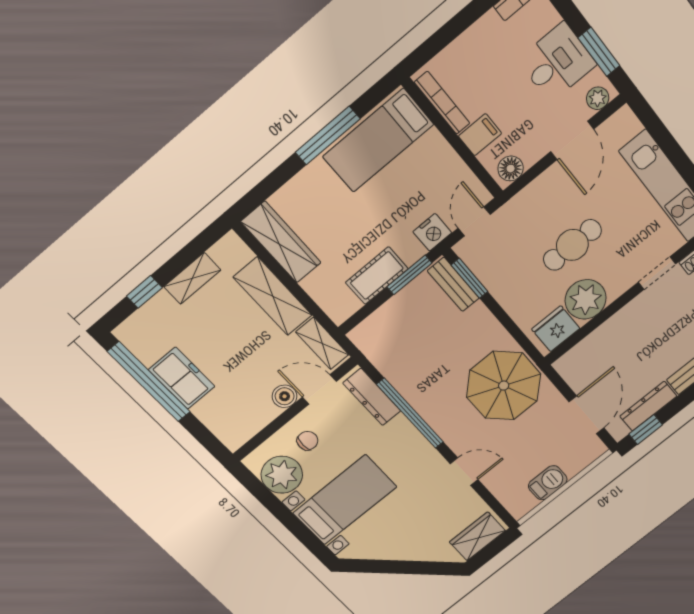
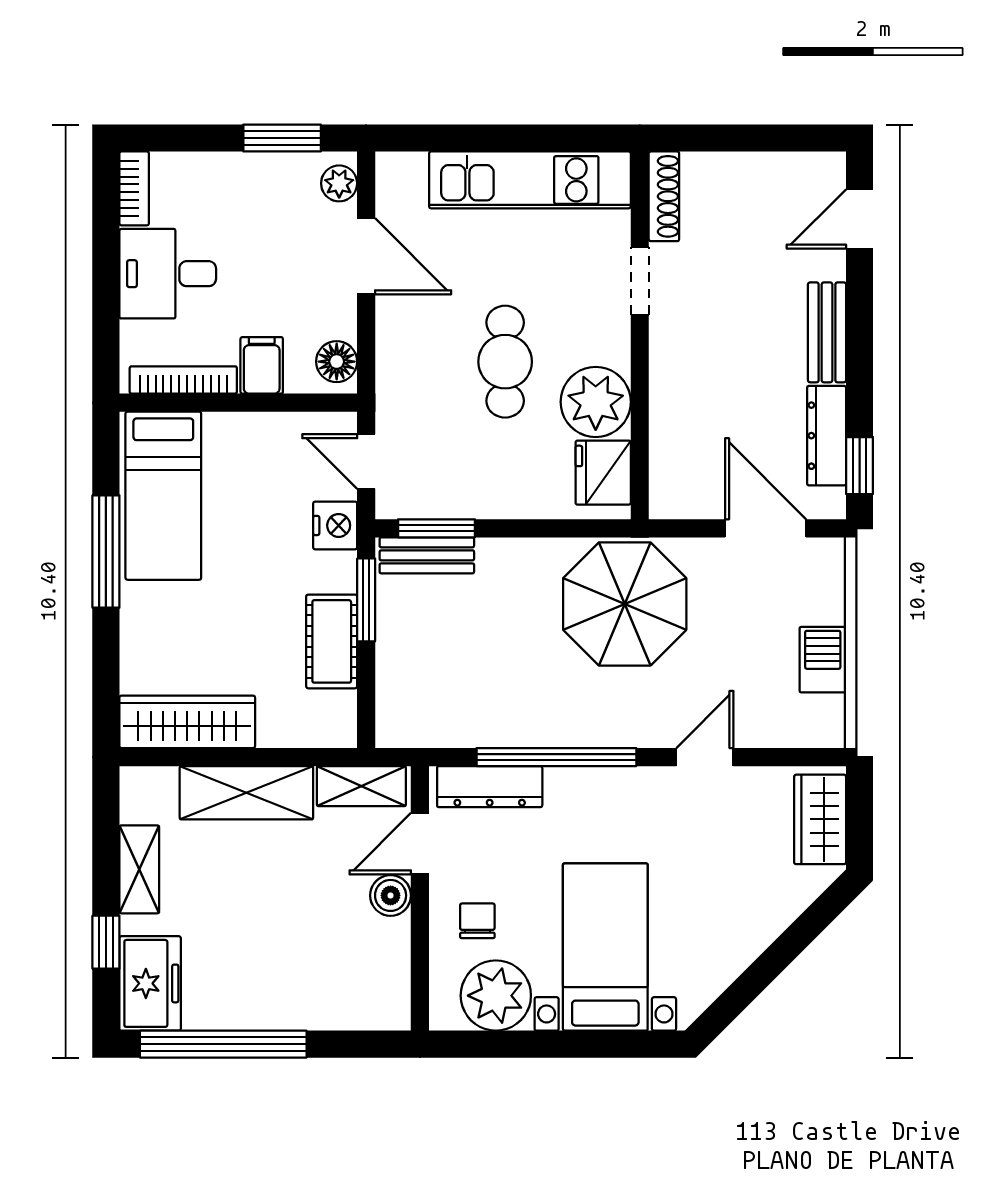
desk: (557, 62) -> (168, 274), moved, turned -90
freezer: (182, 378) -> (150, 983), moved, turned 90

